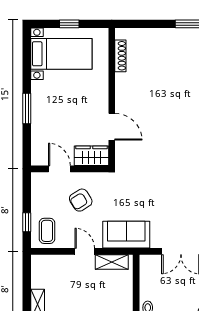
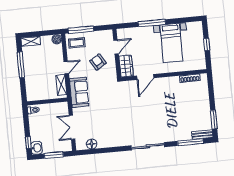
bed with nightstands: (61, 54) -> (171, 43), moved
window: (27, 108) -> (152, 23), width x1.44
window: (27, 222) -> (81, 30), width x2.17
boiler: (38, 262) -> (57, 39), added

